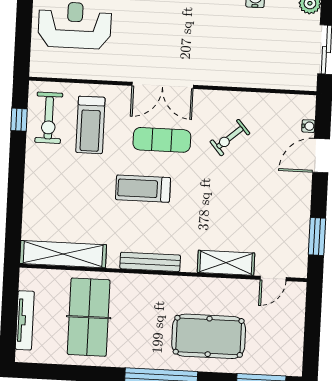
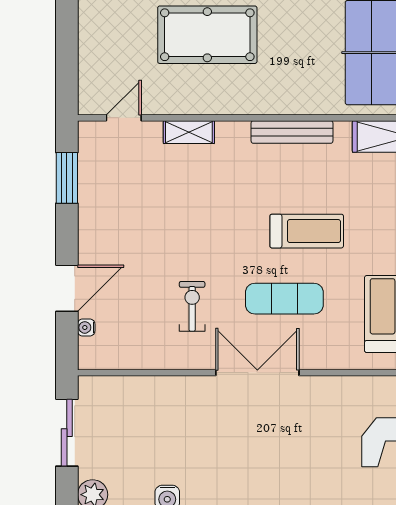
double door: (163, 85) -> (257, 373), moved
exercise bike: (230, 138) -> (192, 306), turned -49
shelving: (226, 263) -> (189, 132), width x0.67, depth x0.75

